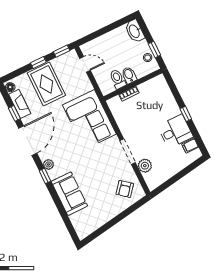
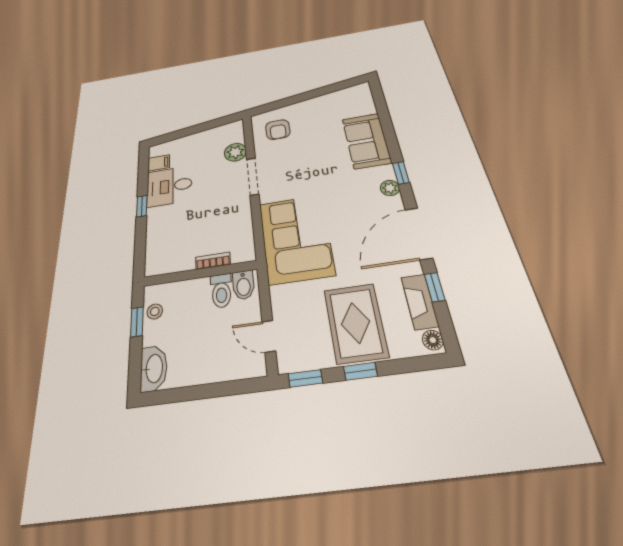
bidet: (129, 75) -> (243, 285), moved
armchair: (125, 189) -> (278, 130), turned 141

